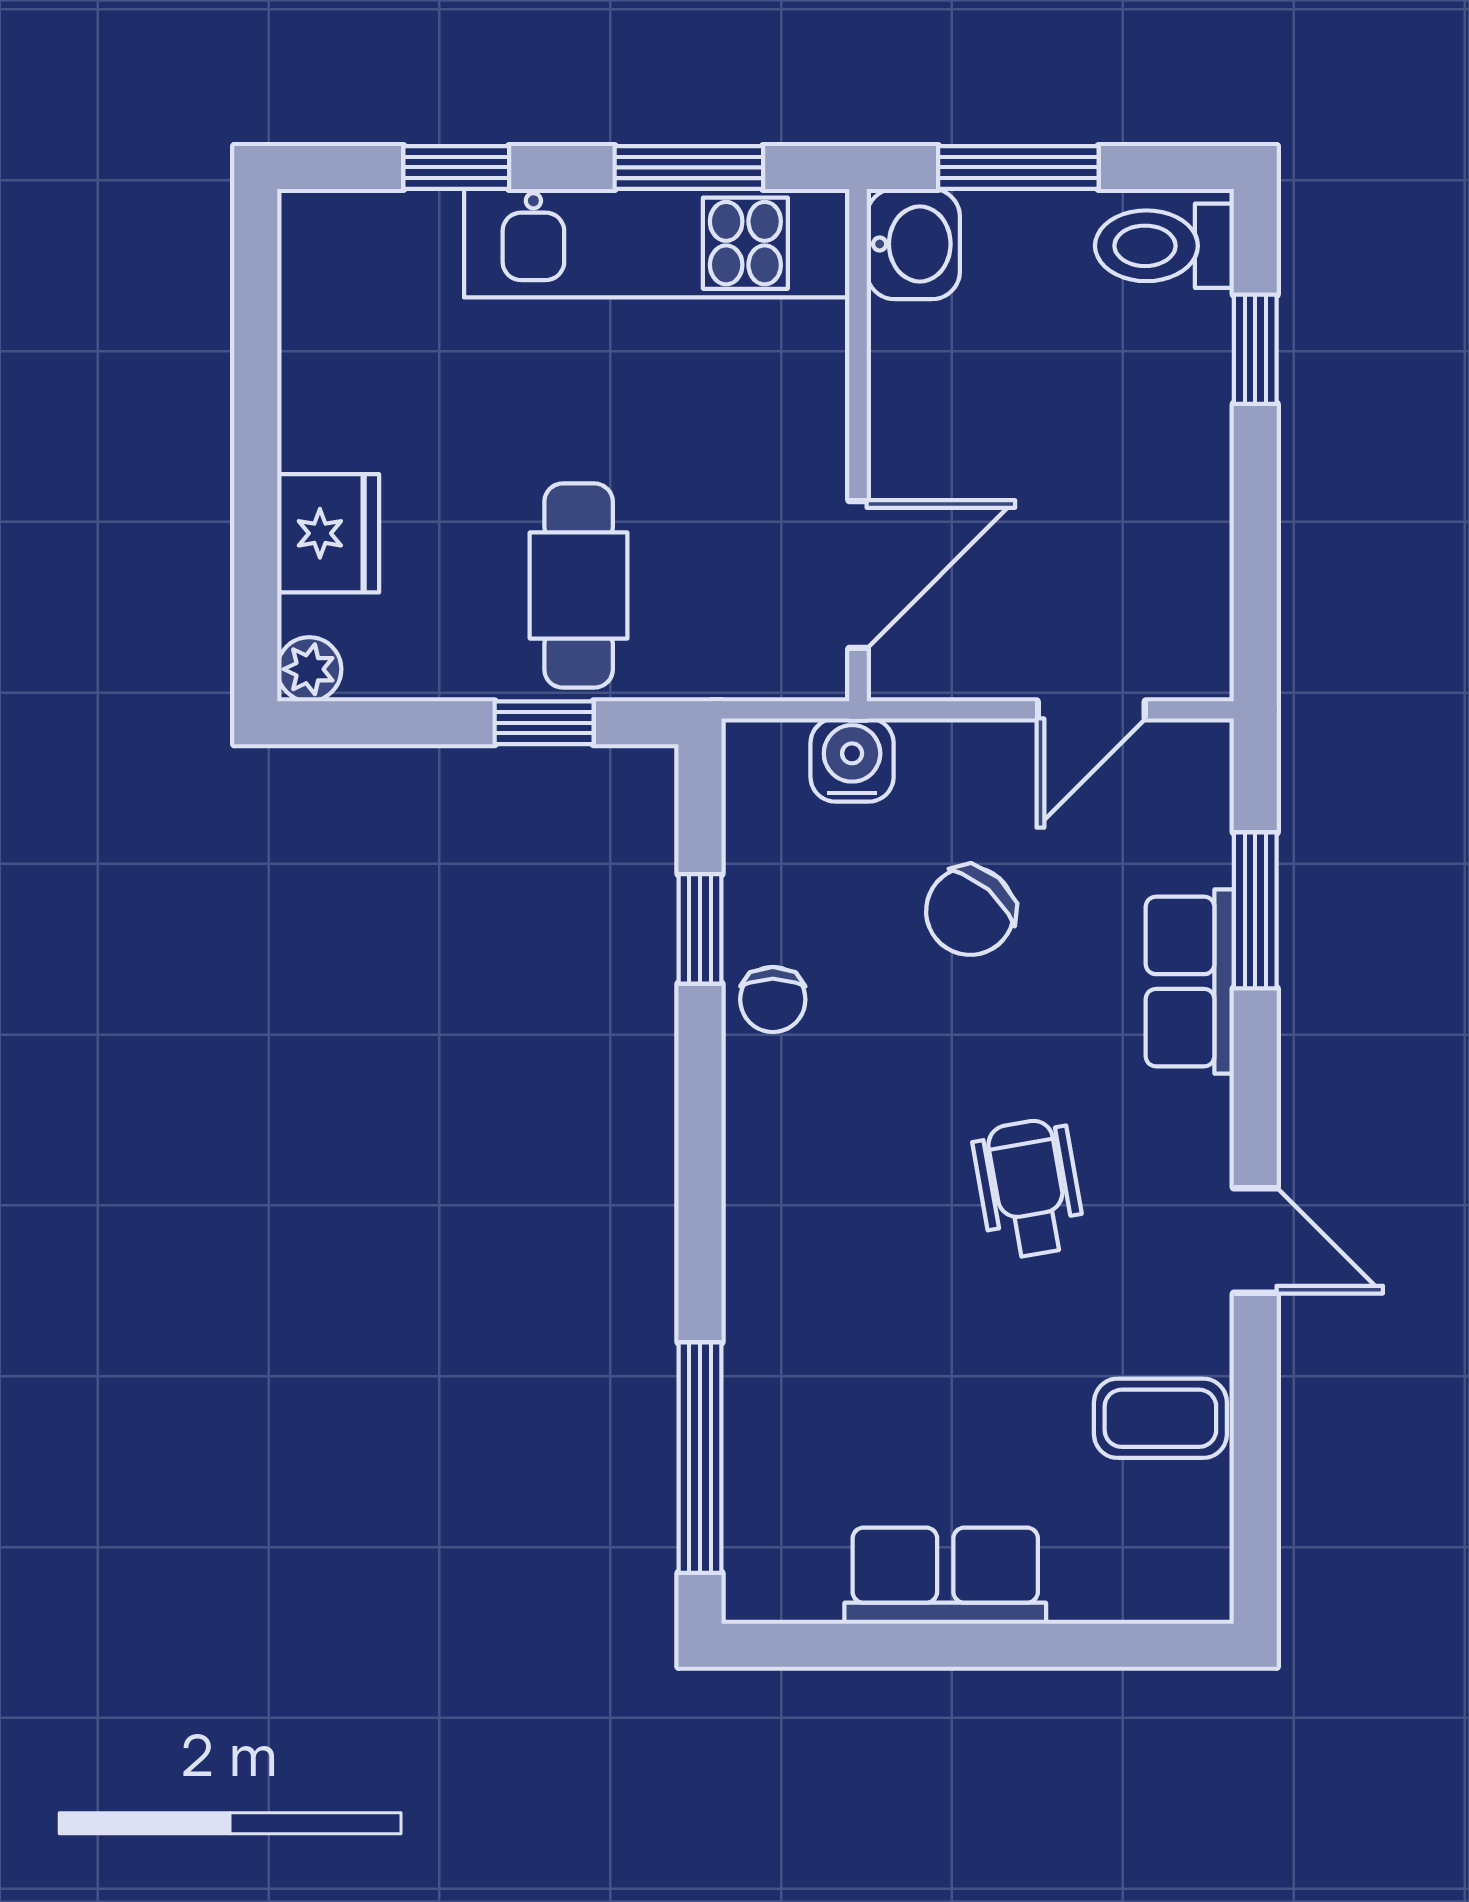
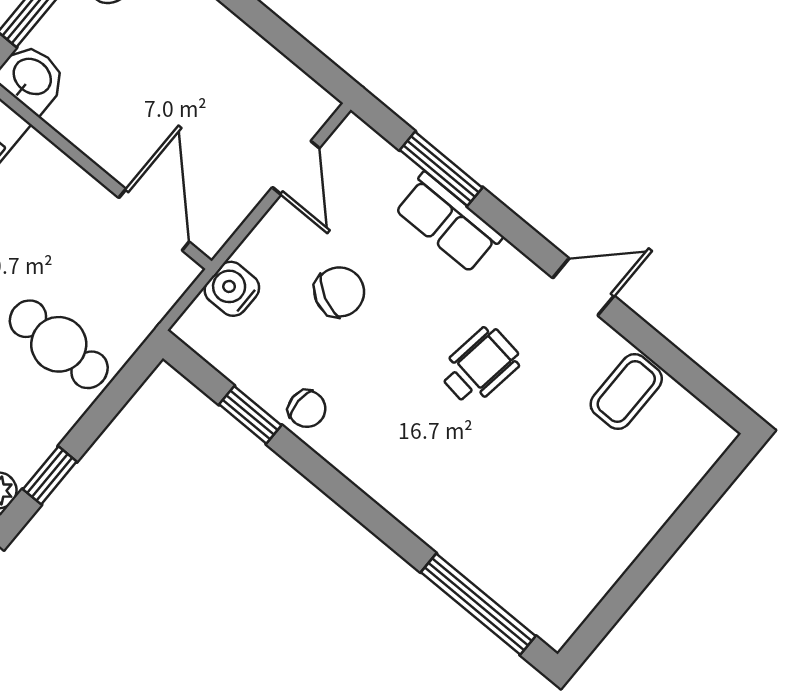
window: (544, 723) -> (50, 475), moved
chair: (970, 911) -> (339, 292), turned -104
wheelchair: (1029, 1188) -> (480, 366), turned 108
row of seats: (945, 1576) -> (617, 541), removed

